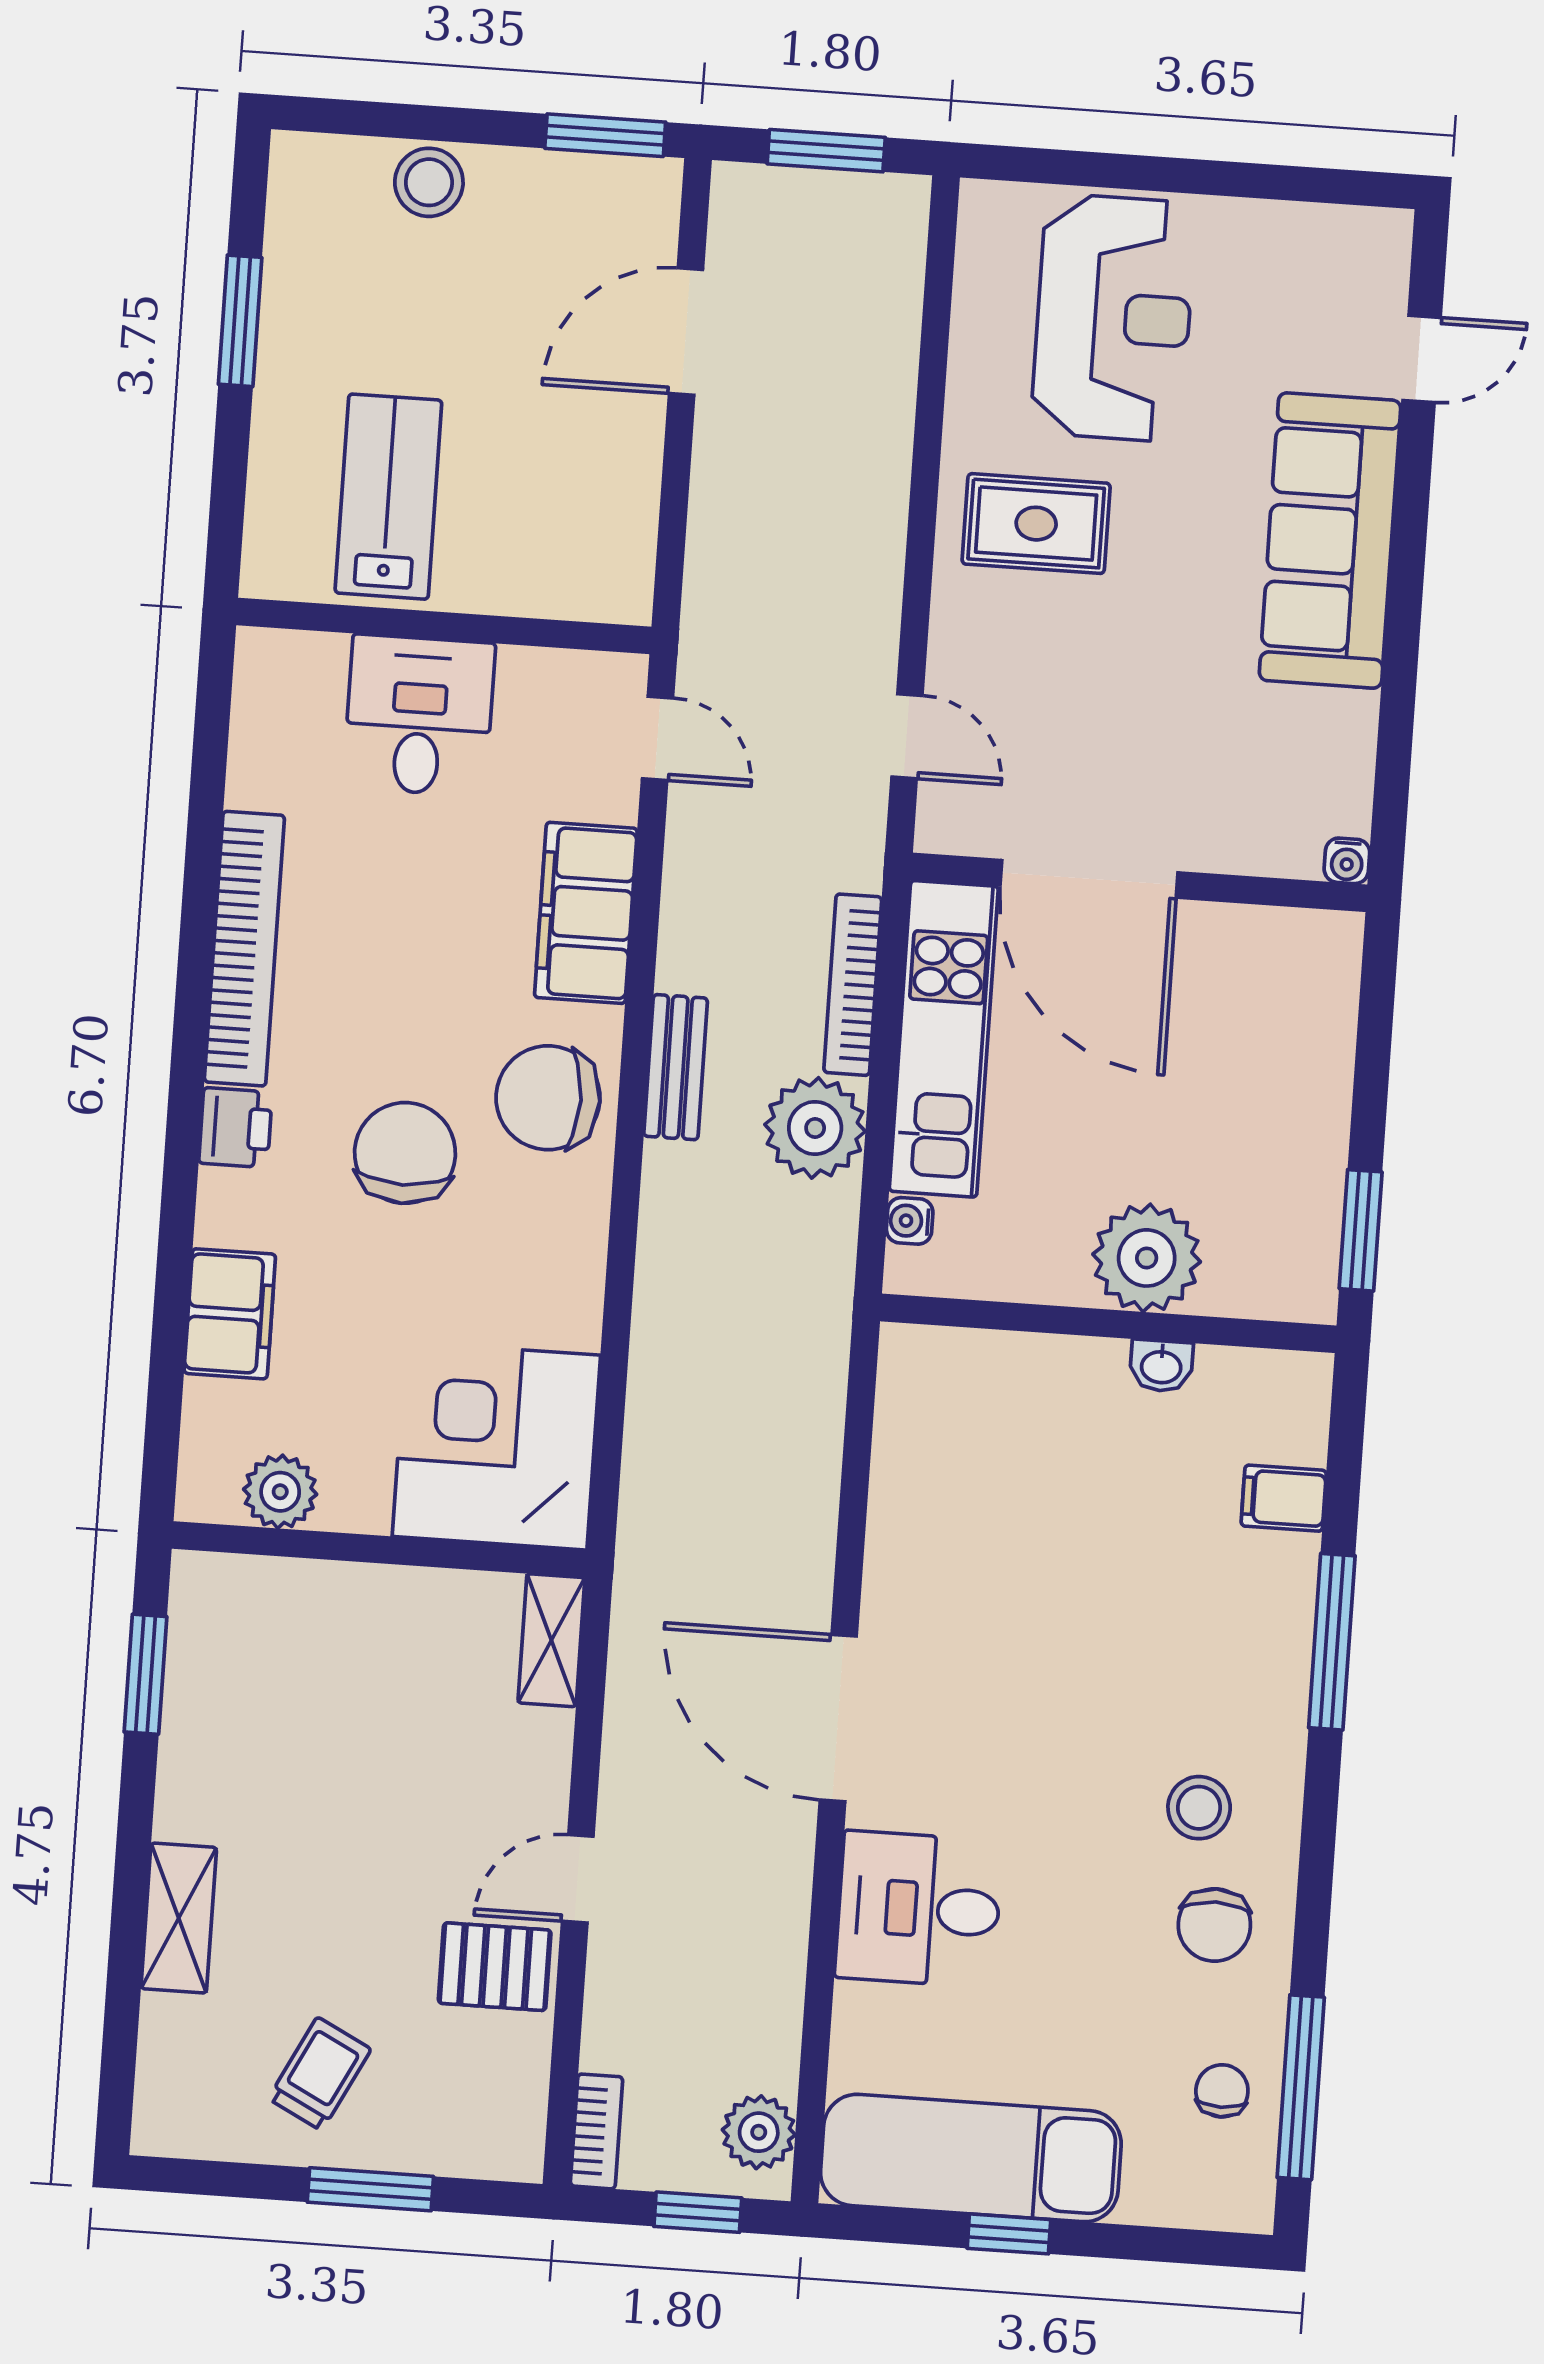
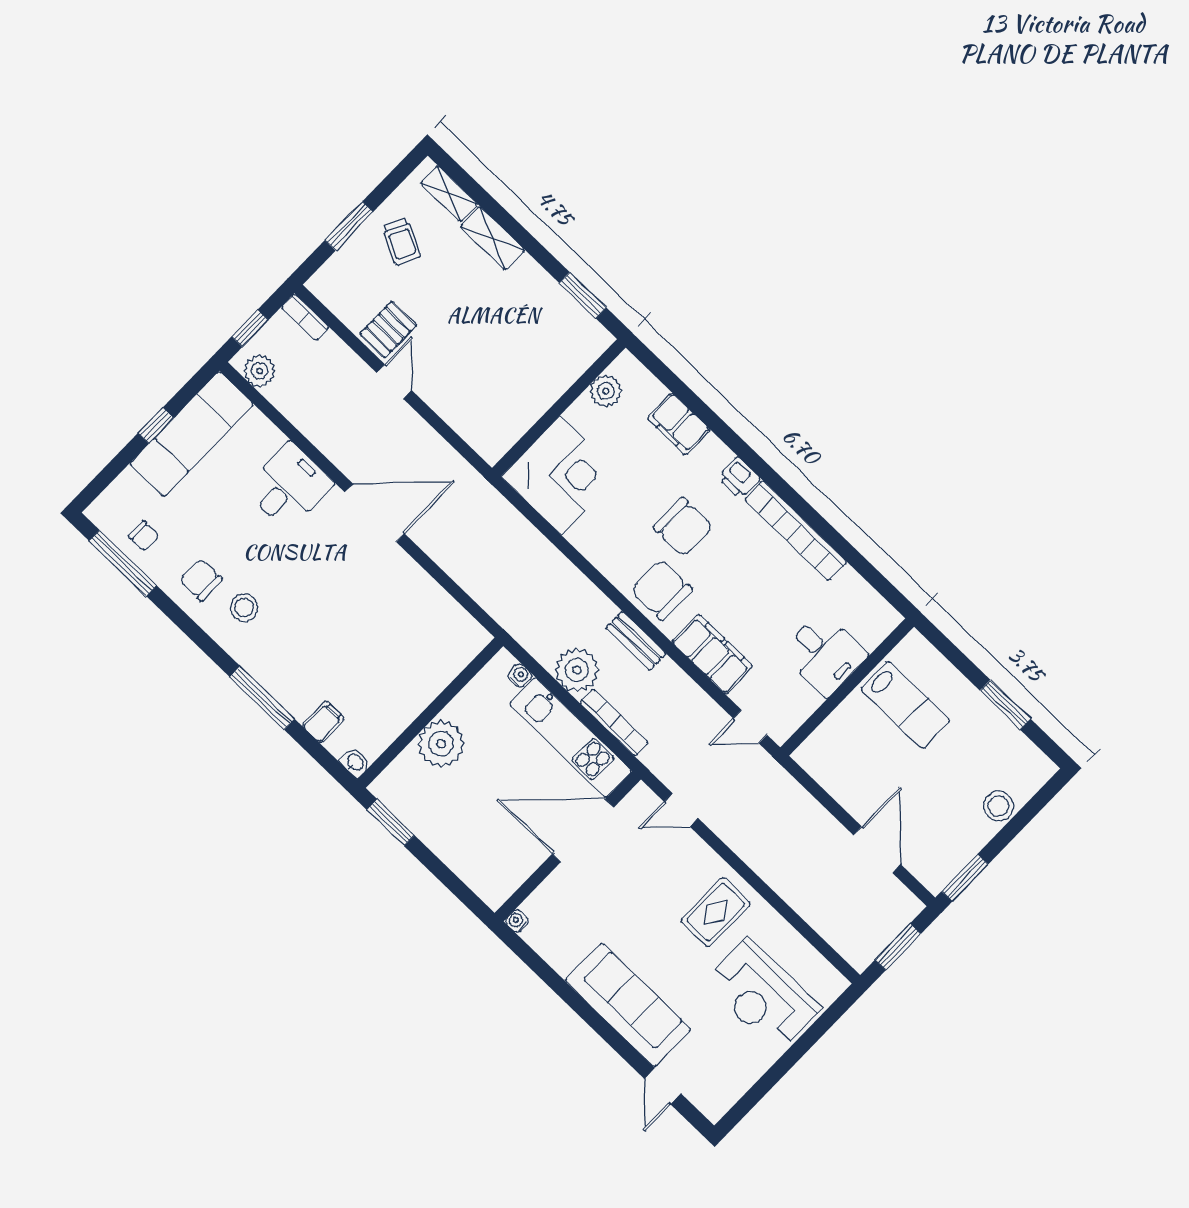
chair: (548, 1098) -> (662, 590), turned -90
washbasin: (1161, 1366) -> (355, 763), moved, turned 90
shelving: (551, 1640) -> (449, 194), moved

